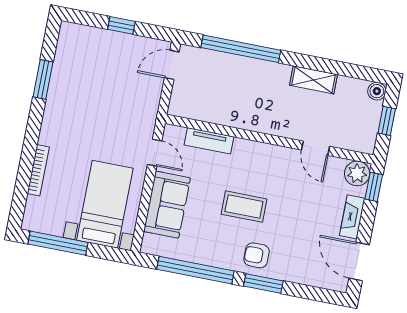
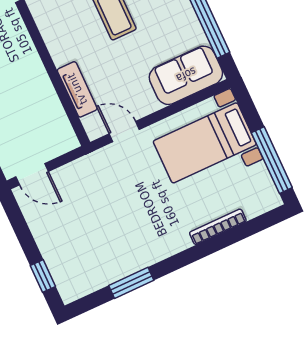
window: (121, 25) -> (43, 276), moved
door: (155, 153) -> (124, 132), hinge flipped
sofa: (167, 205) -> (186, 75), moved

